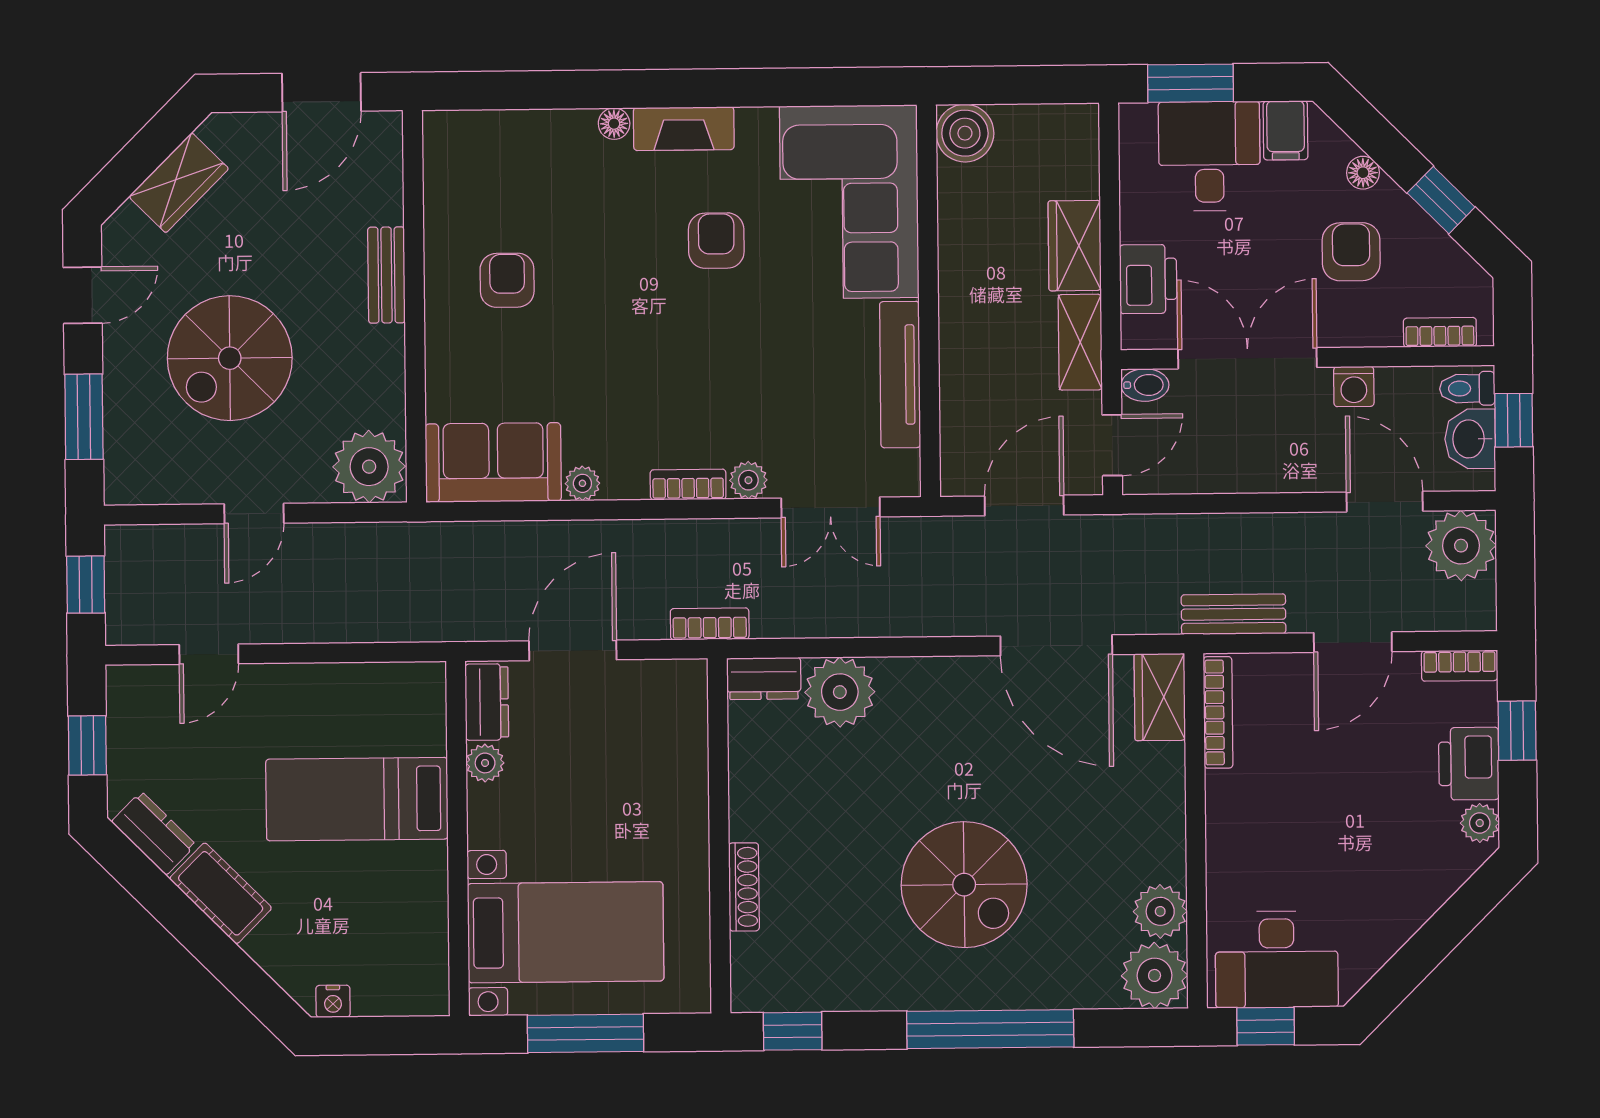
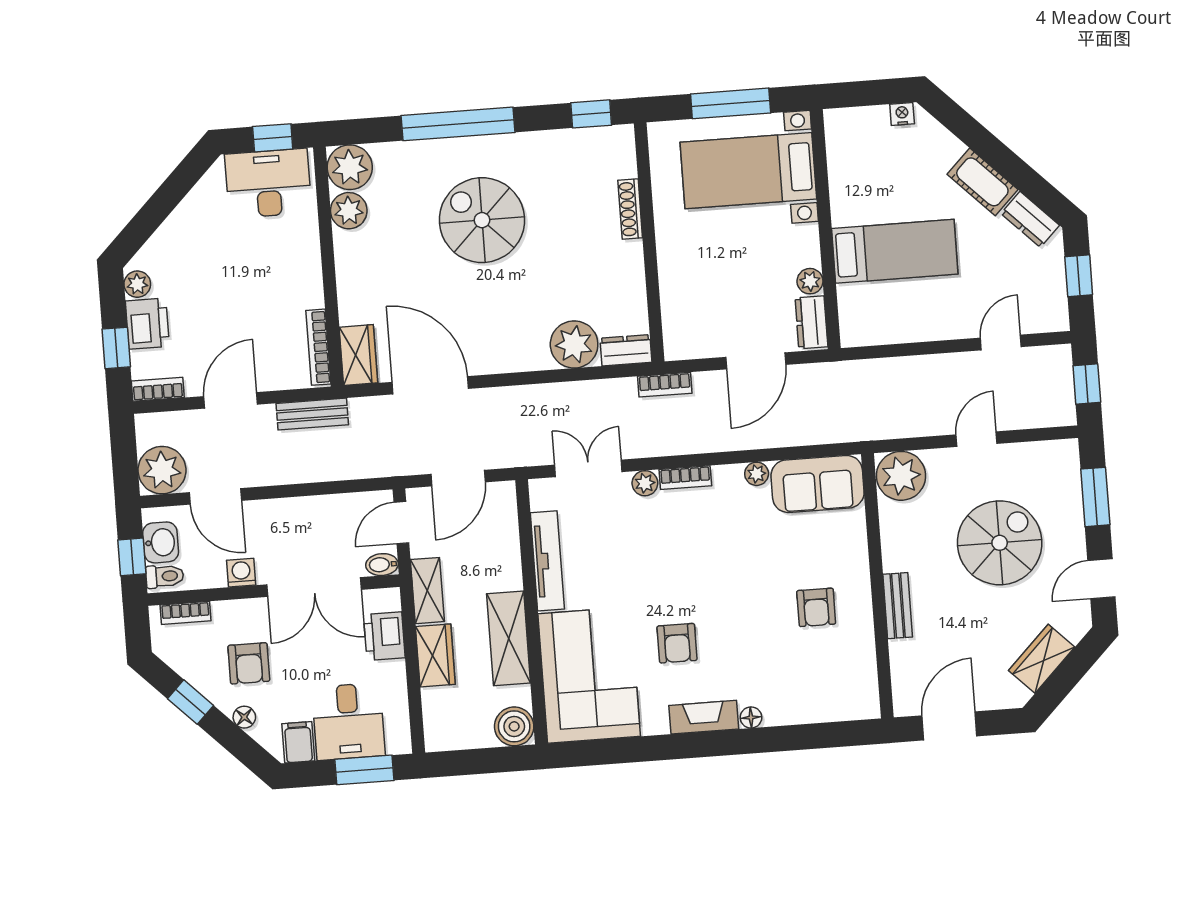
shelving: (965, 264) -> (509, 638), added

